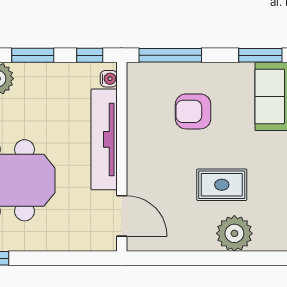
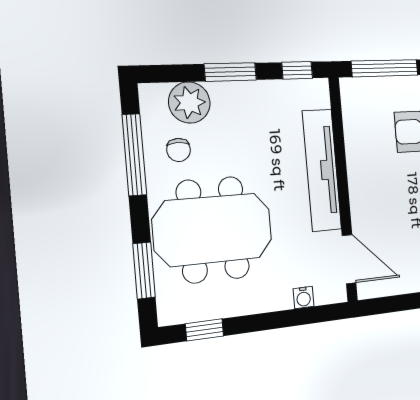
water cooler: (109, 79) -> (304, 297), moved, turned 90

